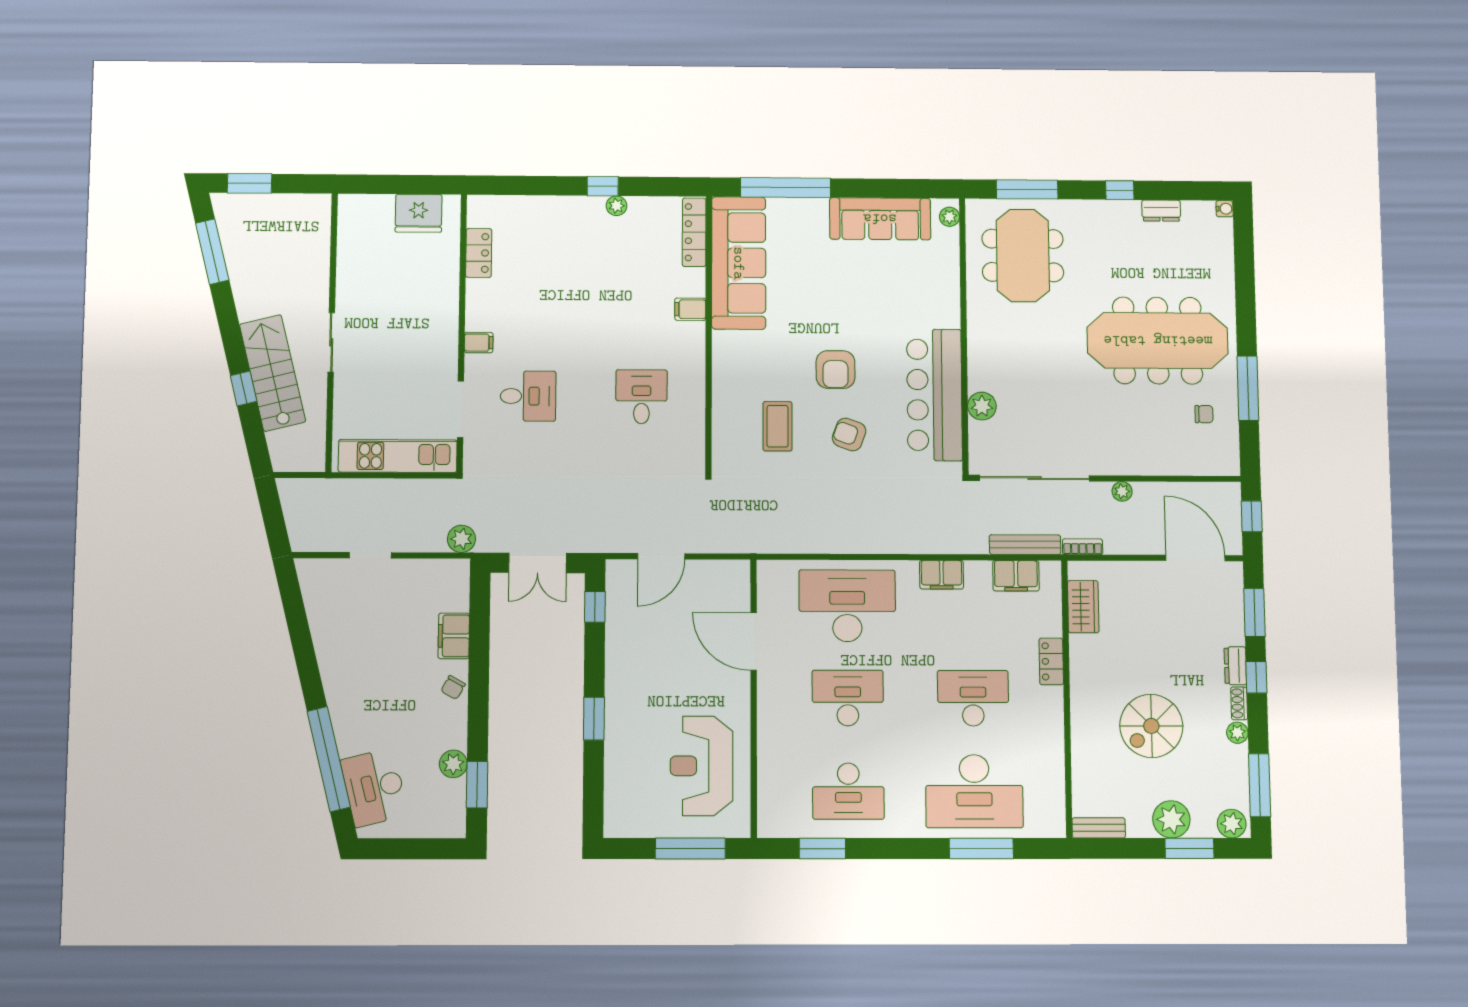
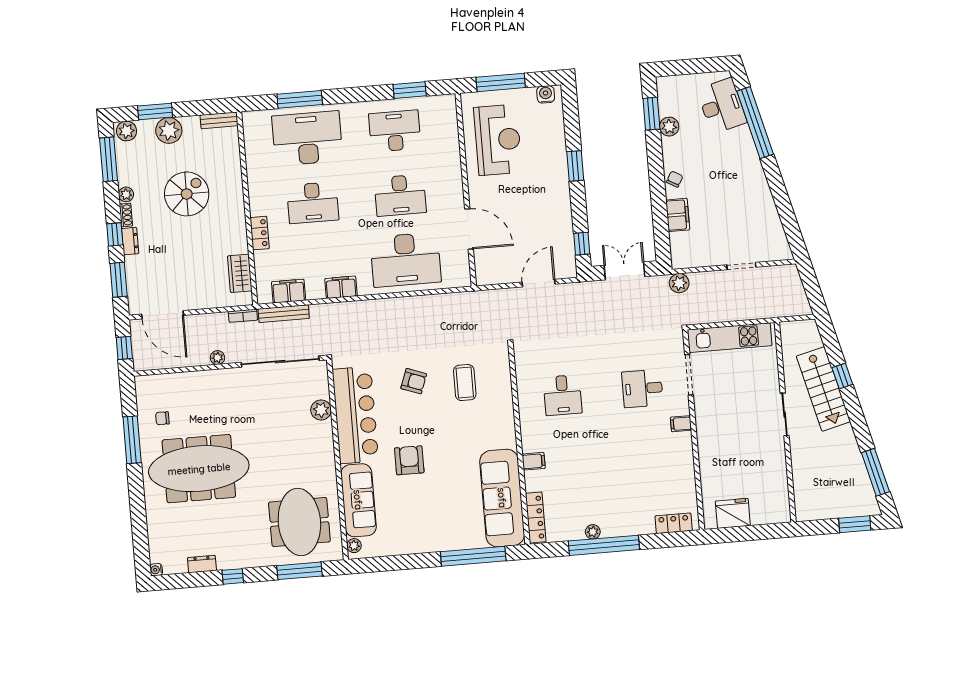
window: (603, 186) -> (604, 545), width x3.17
sofa: (880, 219) -> (358, 500), moved, turned 90
locker: (479, 253) -> (674, 523), moved, turned 90
armchair: (836, 370) -> (409, 460), moved
water cooler: (627, 826) -> (546, 94), added

